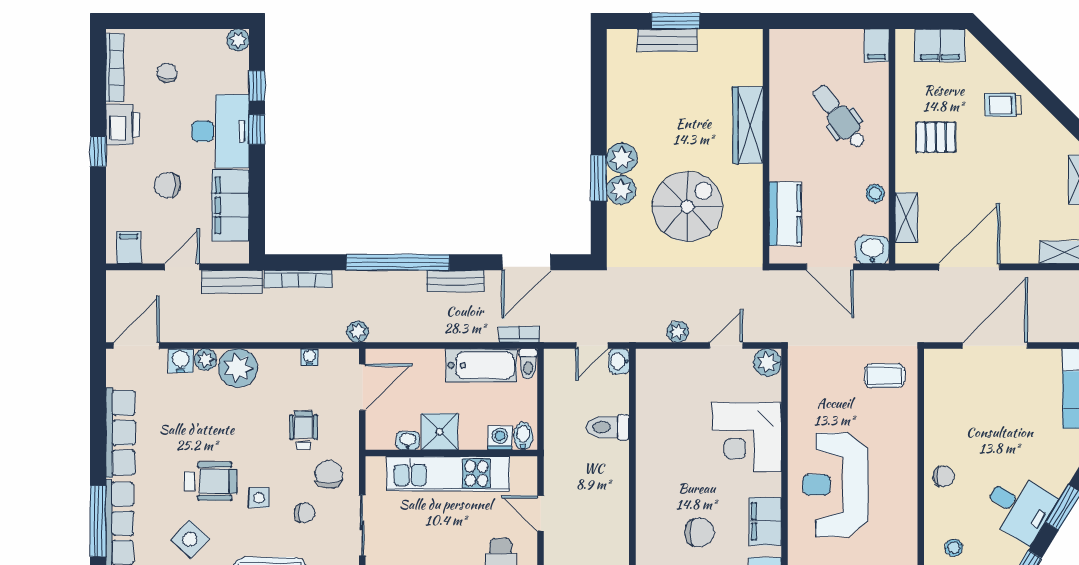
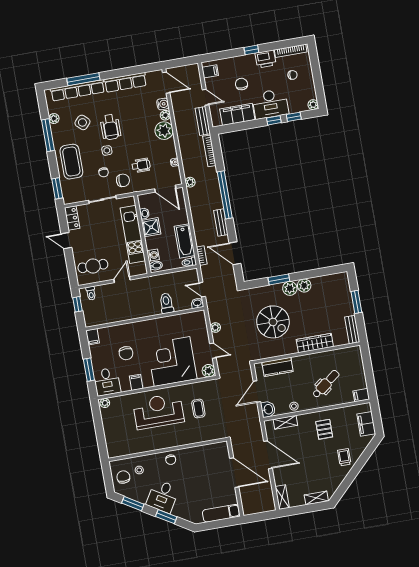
bench: (667, 40) -> (352, 330), moved
plant: (621, 190) -> (304, 285), moved
coffee table: (885, 376) -> (198, 408), moved
corner desk: (747, 437) -> (172, 362), width x1.36, depth x1.36
filing cabinet: (765, 521) -> (136, 382), width x0.50

